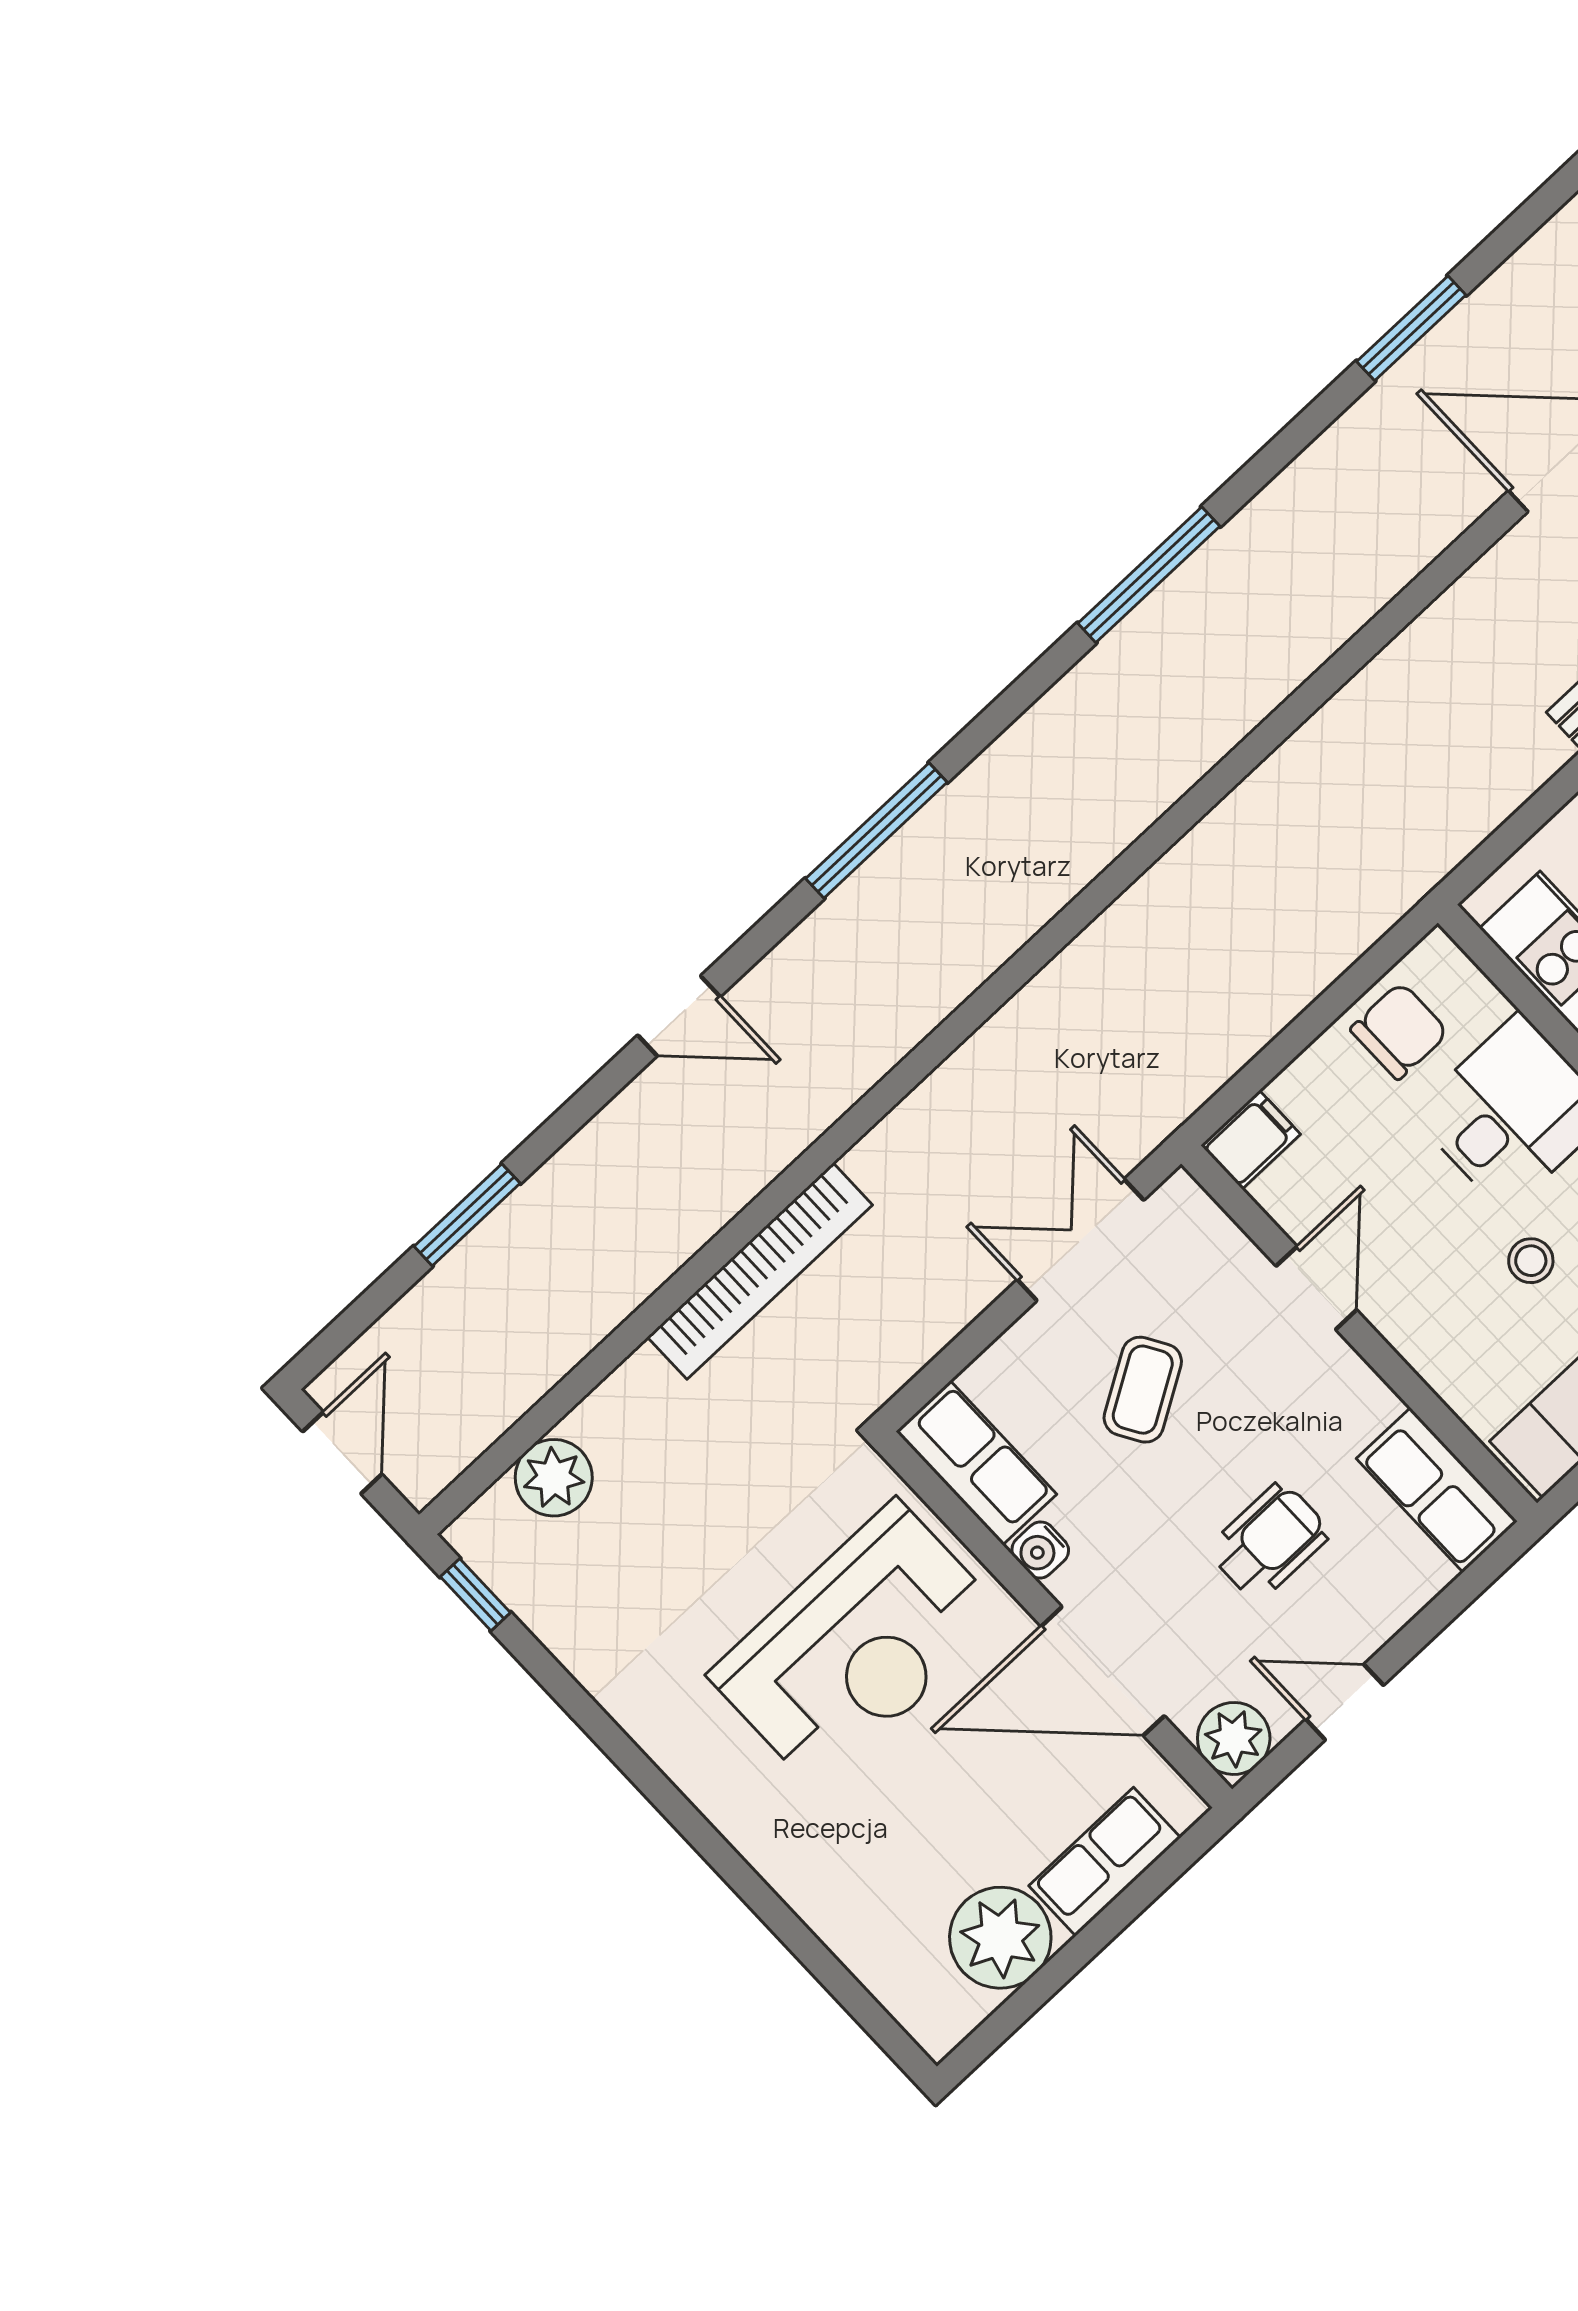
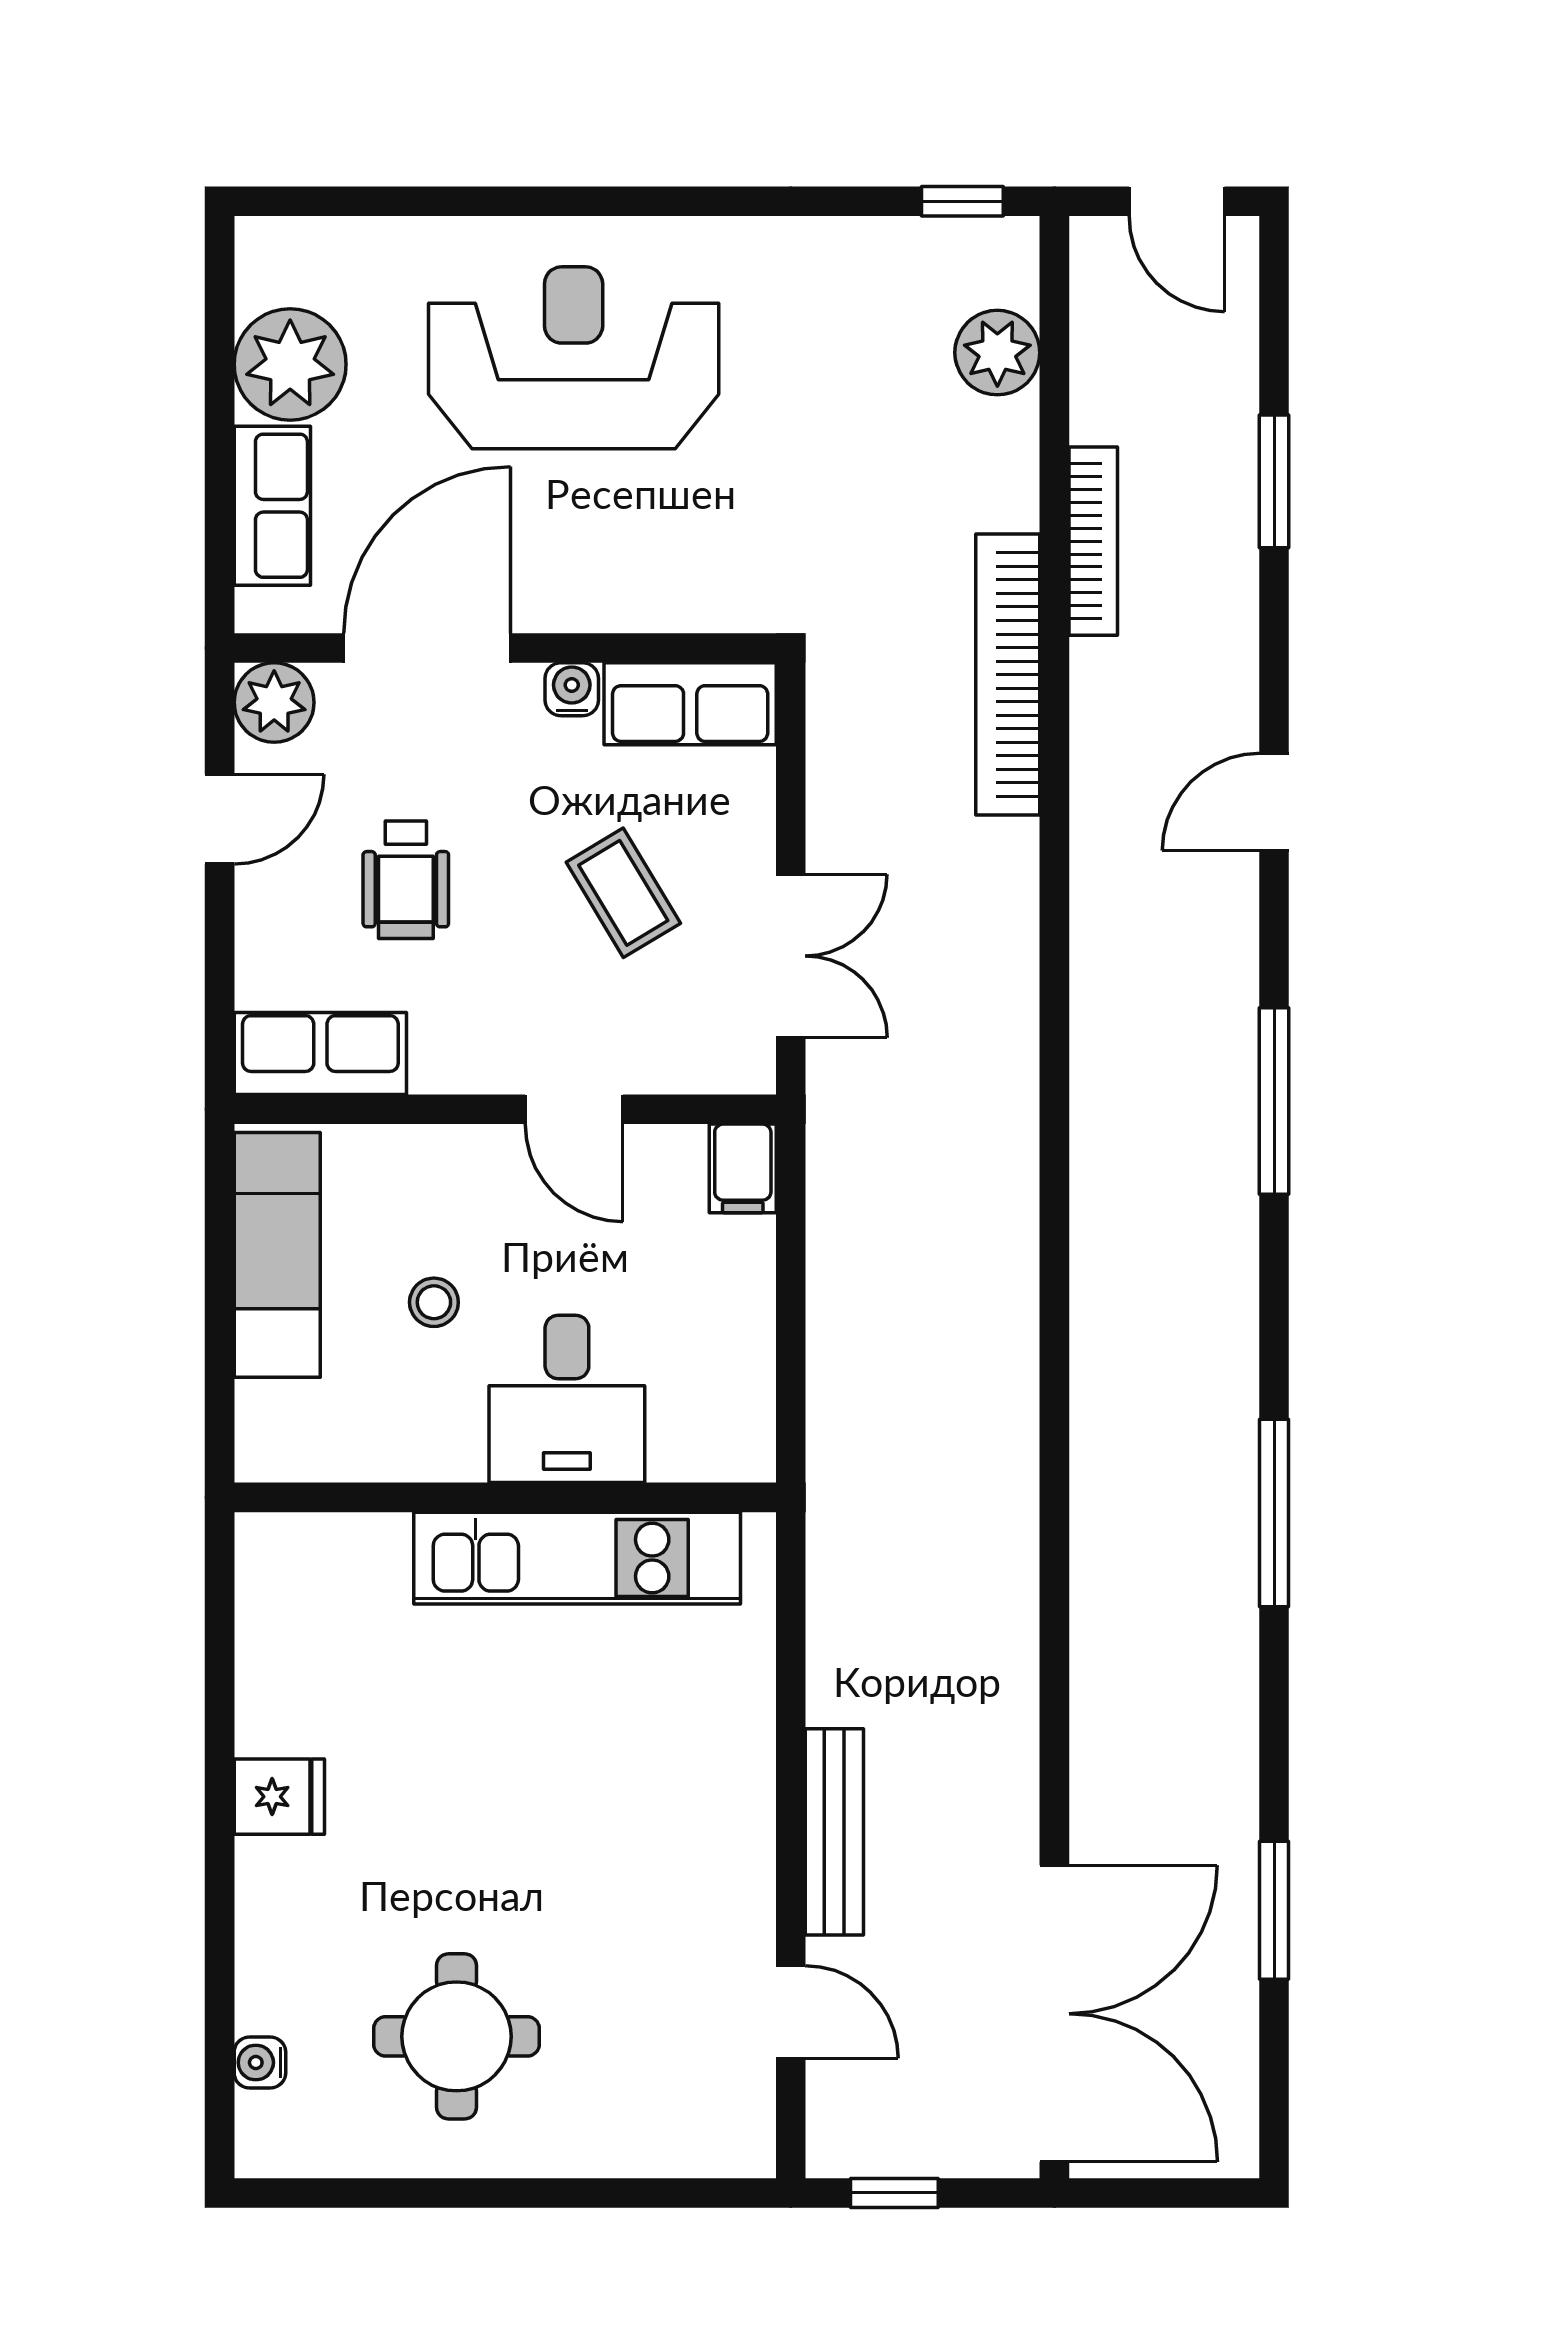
chair: (1399, 1031) -> (718, 1370), removed
bookcase: (619, 1297) -> (1093, 541), added
reception desk: (857, 1645) -> (574, 358), moved, turned 90

